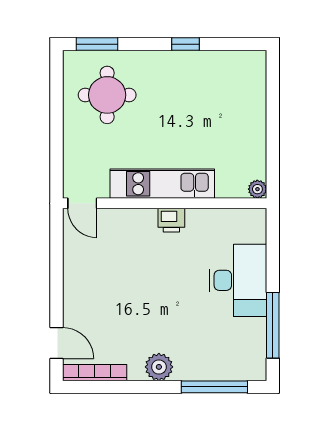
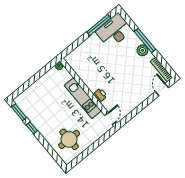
window: (97, 44) -> (19, 112), moved
printer: (171, 220) -> (100, 95), moved
desk: (238, 280) -> (114, 31), moved
window: (214, 387) -> (145, 40), moved

